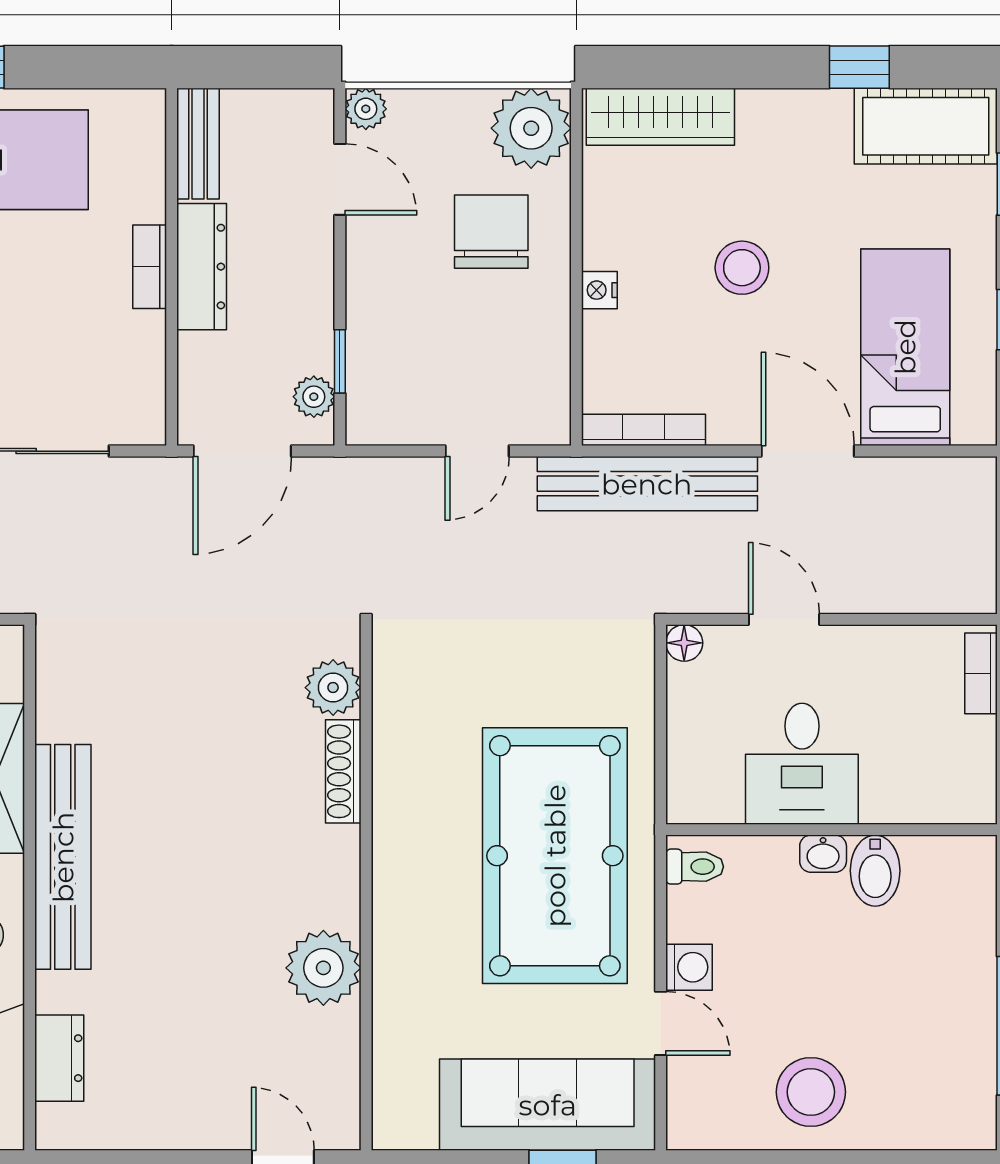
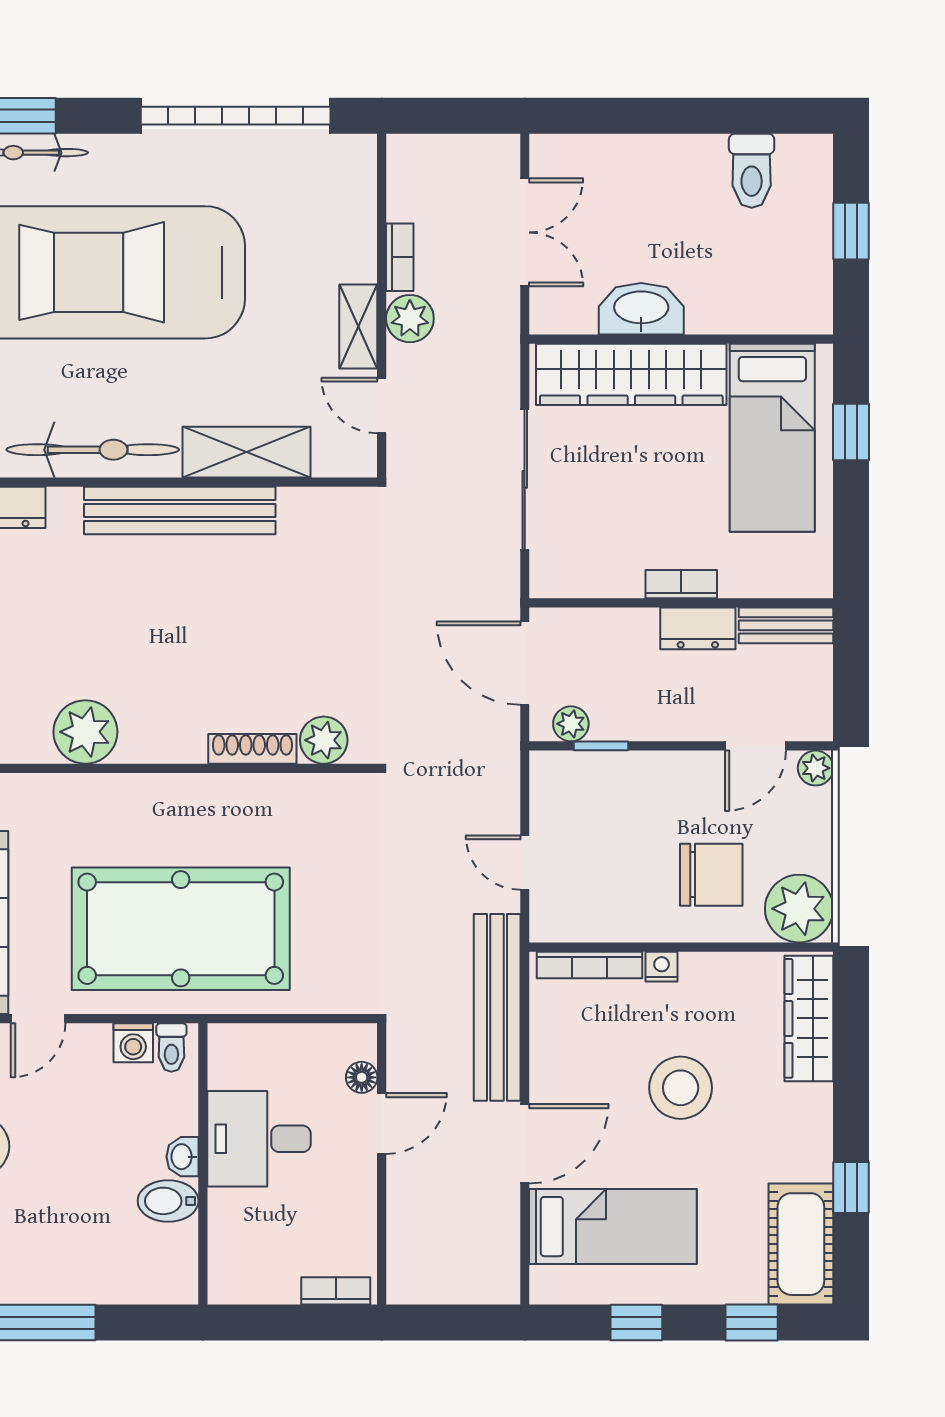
dresser: (202, 267) -> (698, 628), width x0.70
stool: (742, 268) -> (681, 1088), width x1.38, depth x1.38
bookcase: (644, 430) -> (589, 965), moved, turned 90
floor lamp: (684, 643) -> (362, 1077), moved
washing machine: (689, 967) -> (133, 1043), moved

